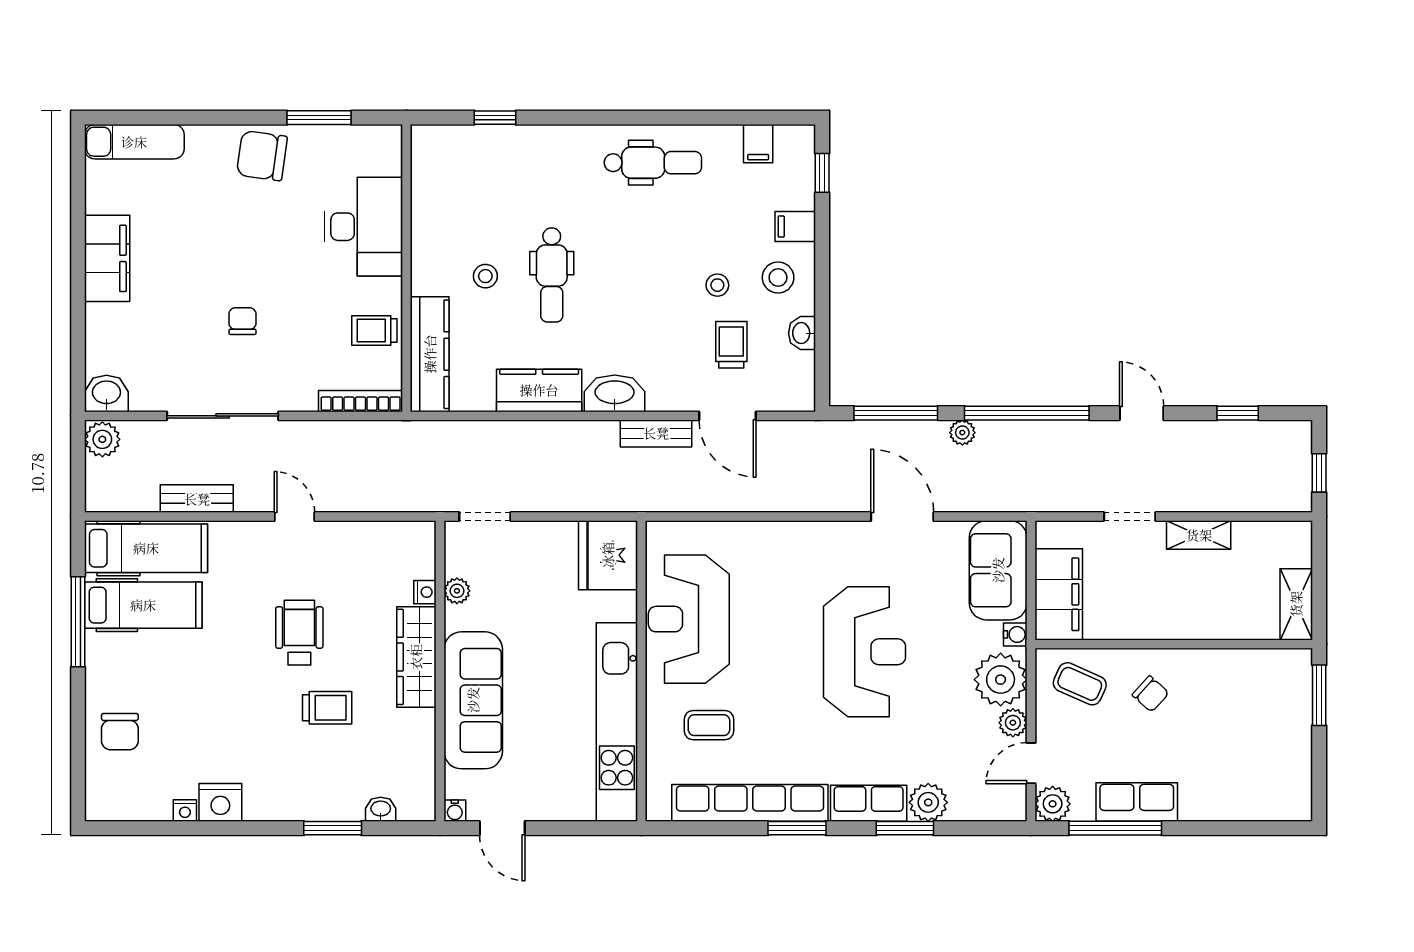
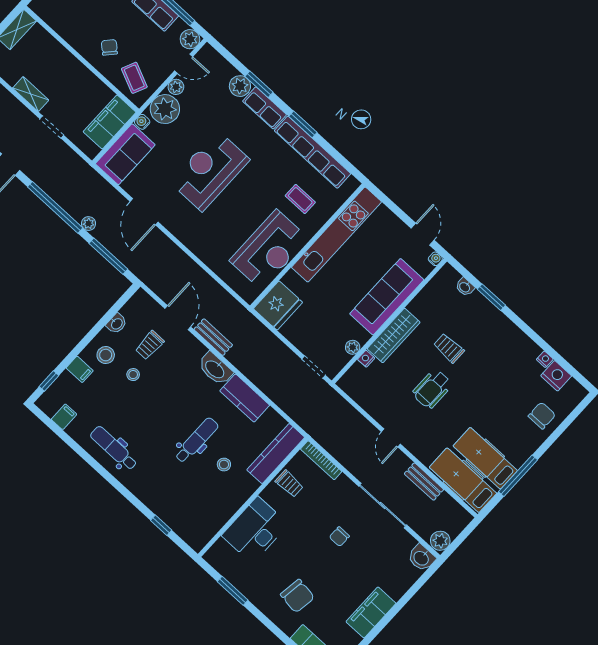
chair: (262, 156) -> (297, 596), moved
nightstand: (220, 802) -> (556, 376), moved

